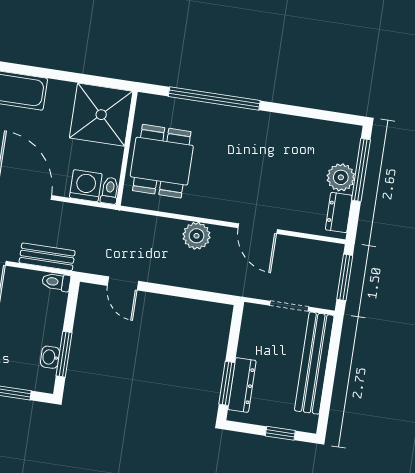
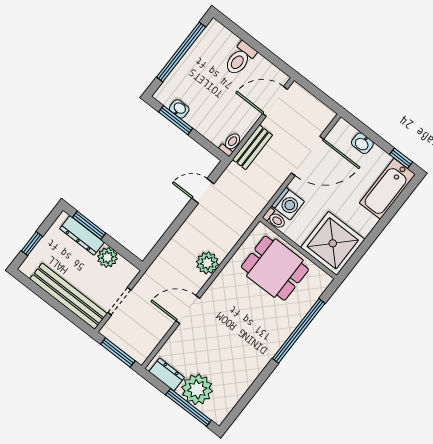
plant: (341, 177) -> (197, 389), width x1.36, depth x1.36
plant: (250, 345) -> (107, 257), added

